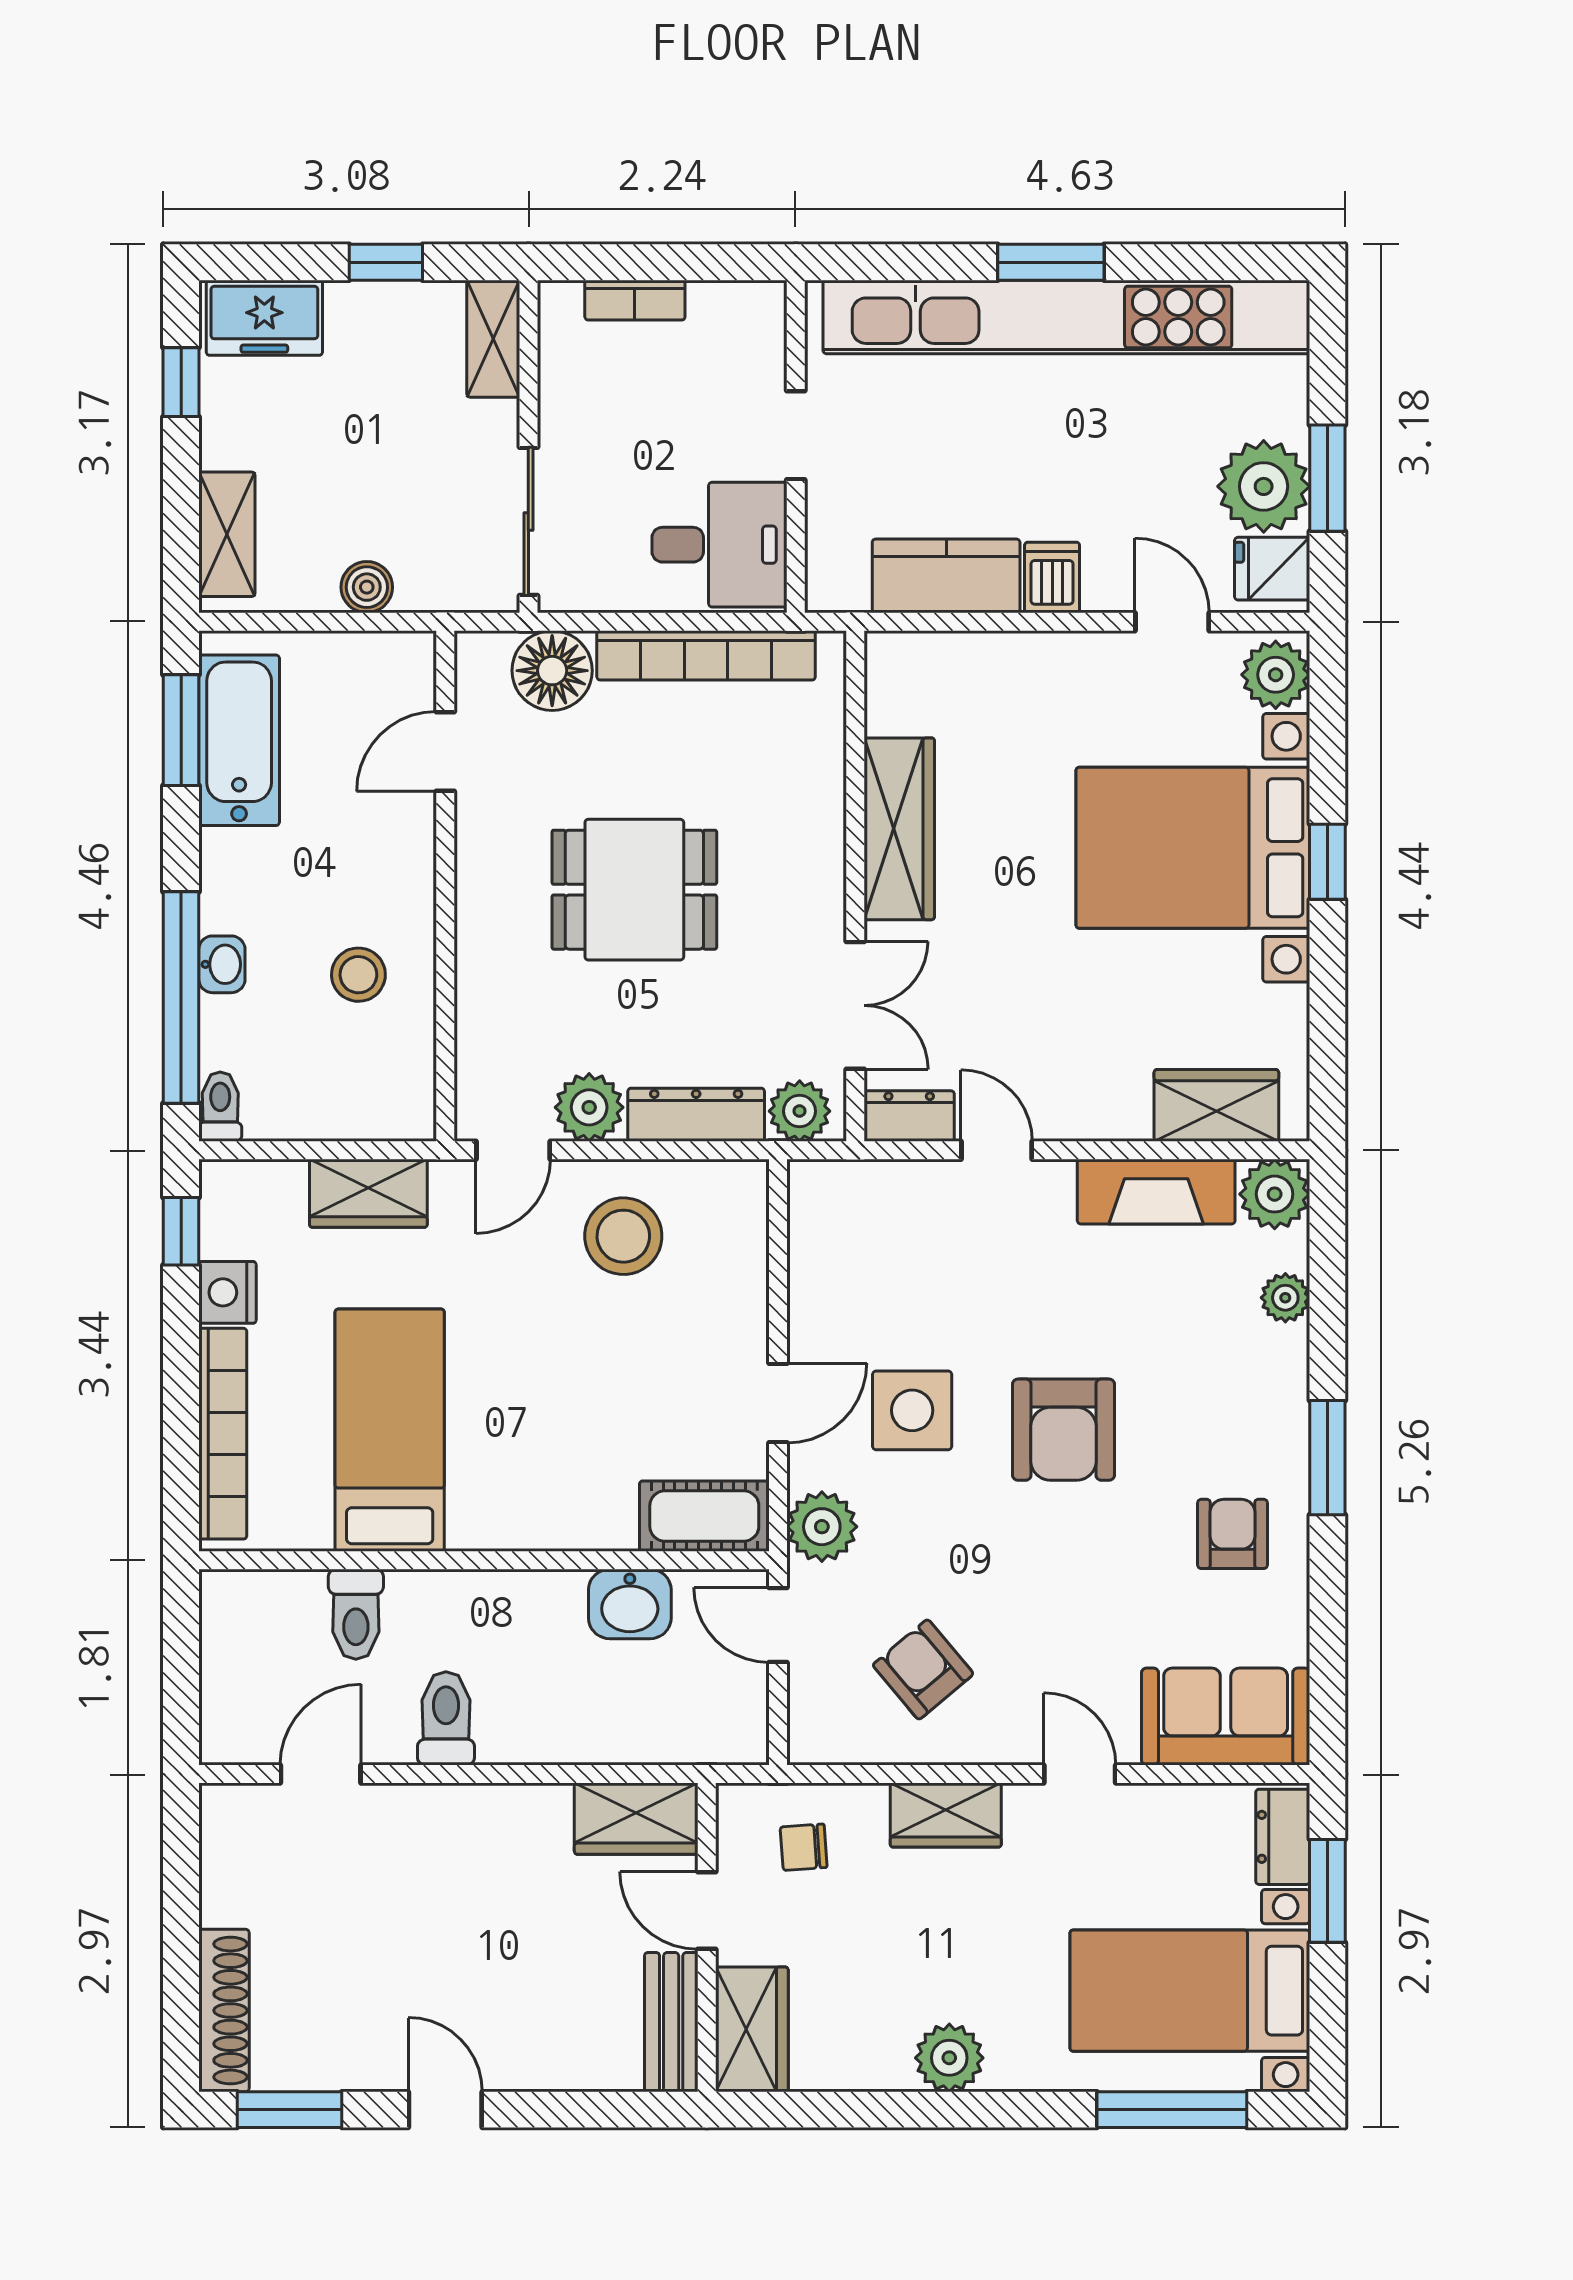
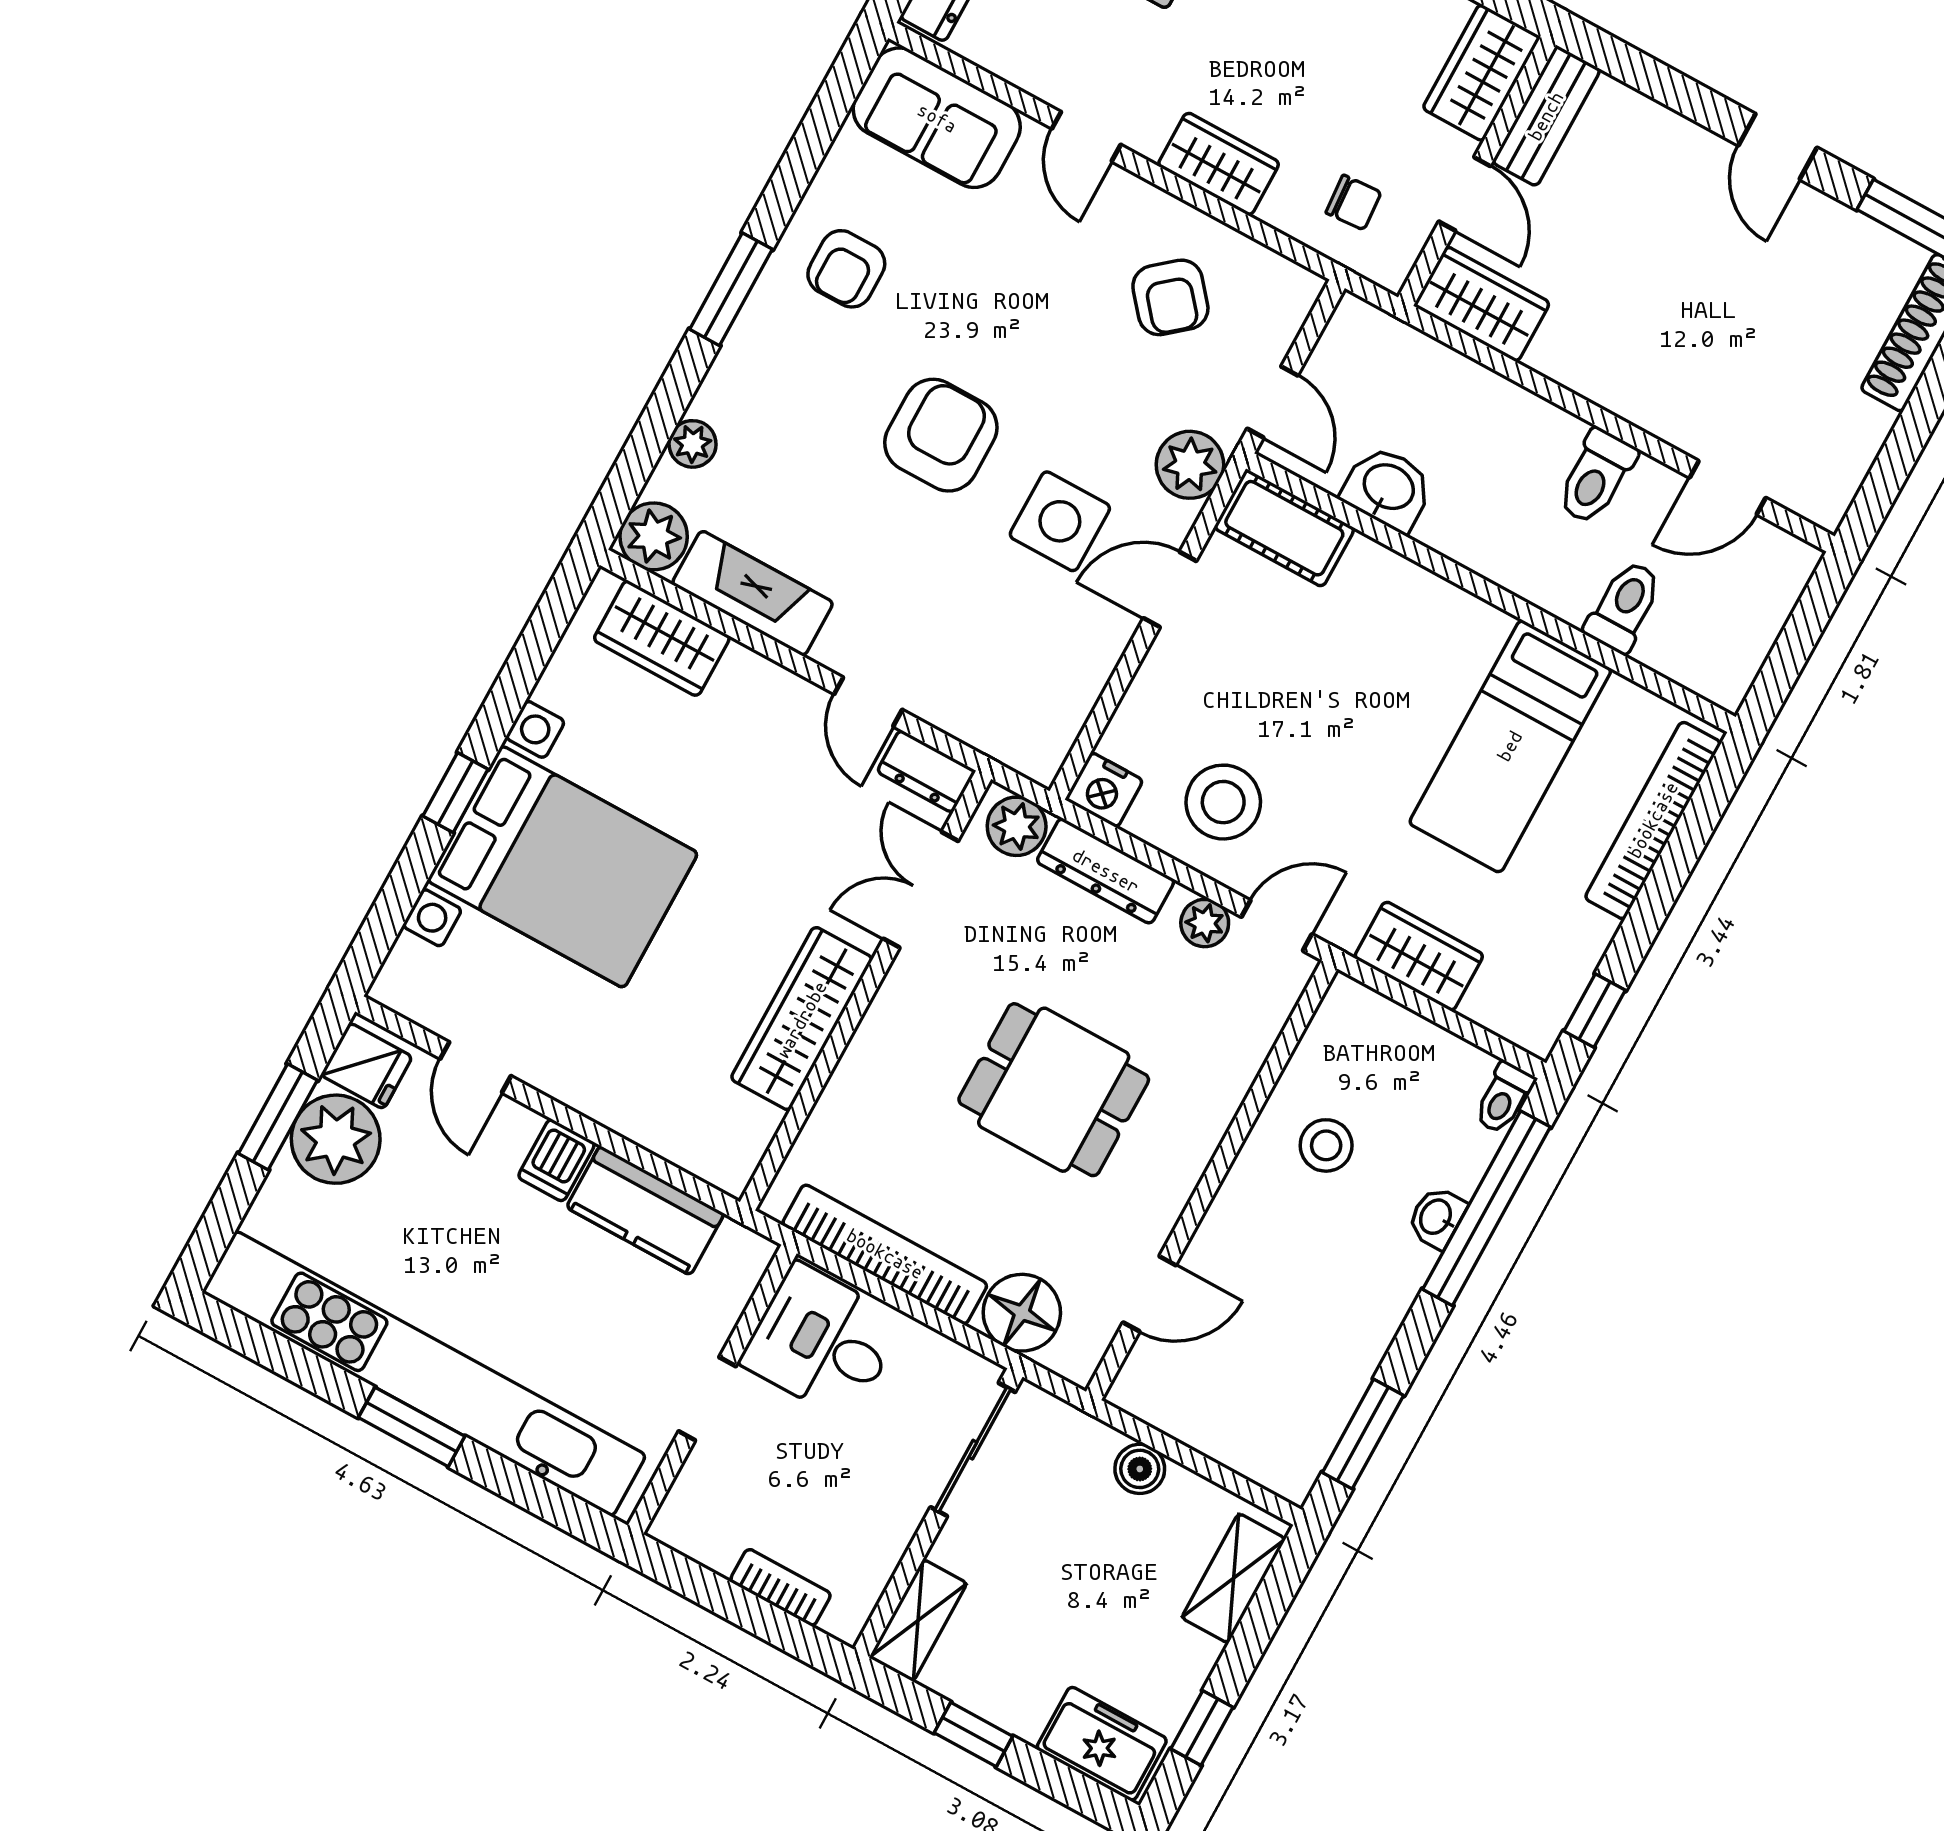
plant: (1276, 675) -> (413, 975), removed
bathtub: (239, 740) -> (1319, 1399), removed
plant: (589, 1107) -> (1205, 923), width x0.73, depth x0.73
nightstand: (227, 1292) -> (1104, 790), moved, turned 90

